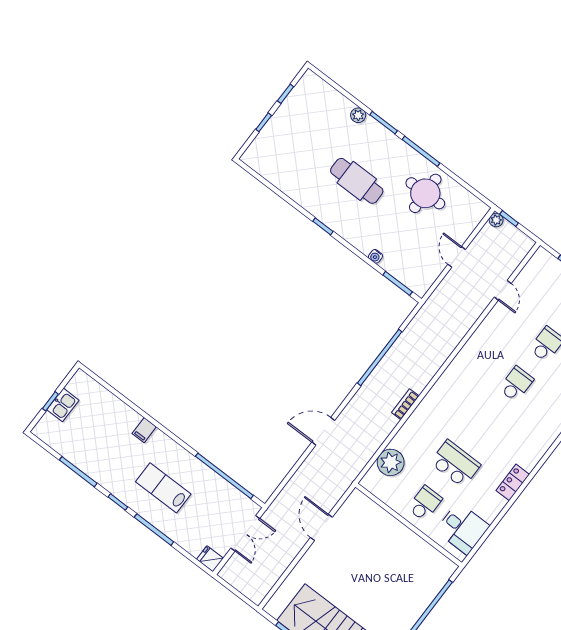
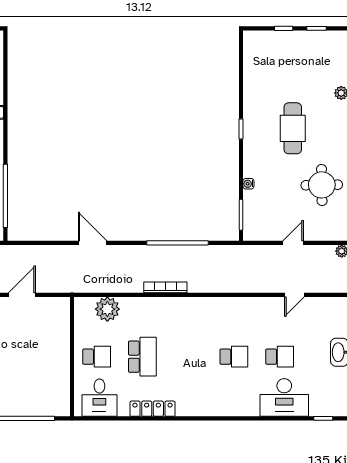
bookcase: (405, 404) -> (165, 287), width x1.56
locker: (513, 482) -> (153, 409), width x1.53

